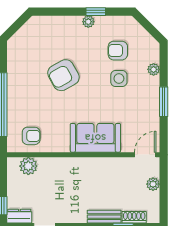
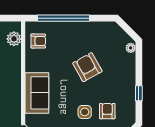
plant: (88, 22) -> (131, 48), moved
armchair: (31, 136) -> (38, 41), turned -90

